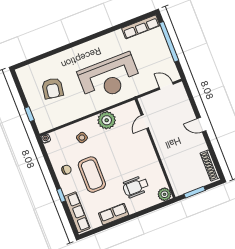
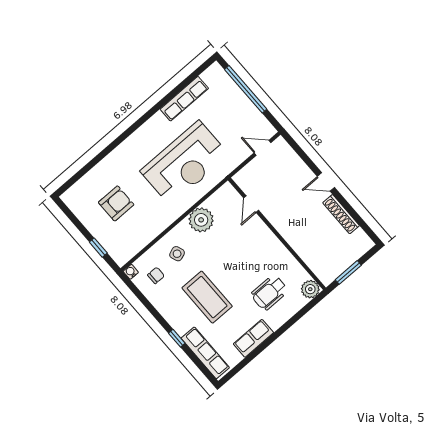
row of seats: (141, 27) -> (184, 99), moved
armchair: (52, 88) -> (116, 203), turned -99
shoe rack: (210, 166) -> (341, 214), moved
chair: (66, 170) -> (156, 275), moved

